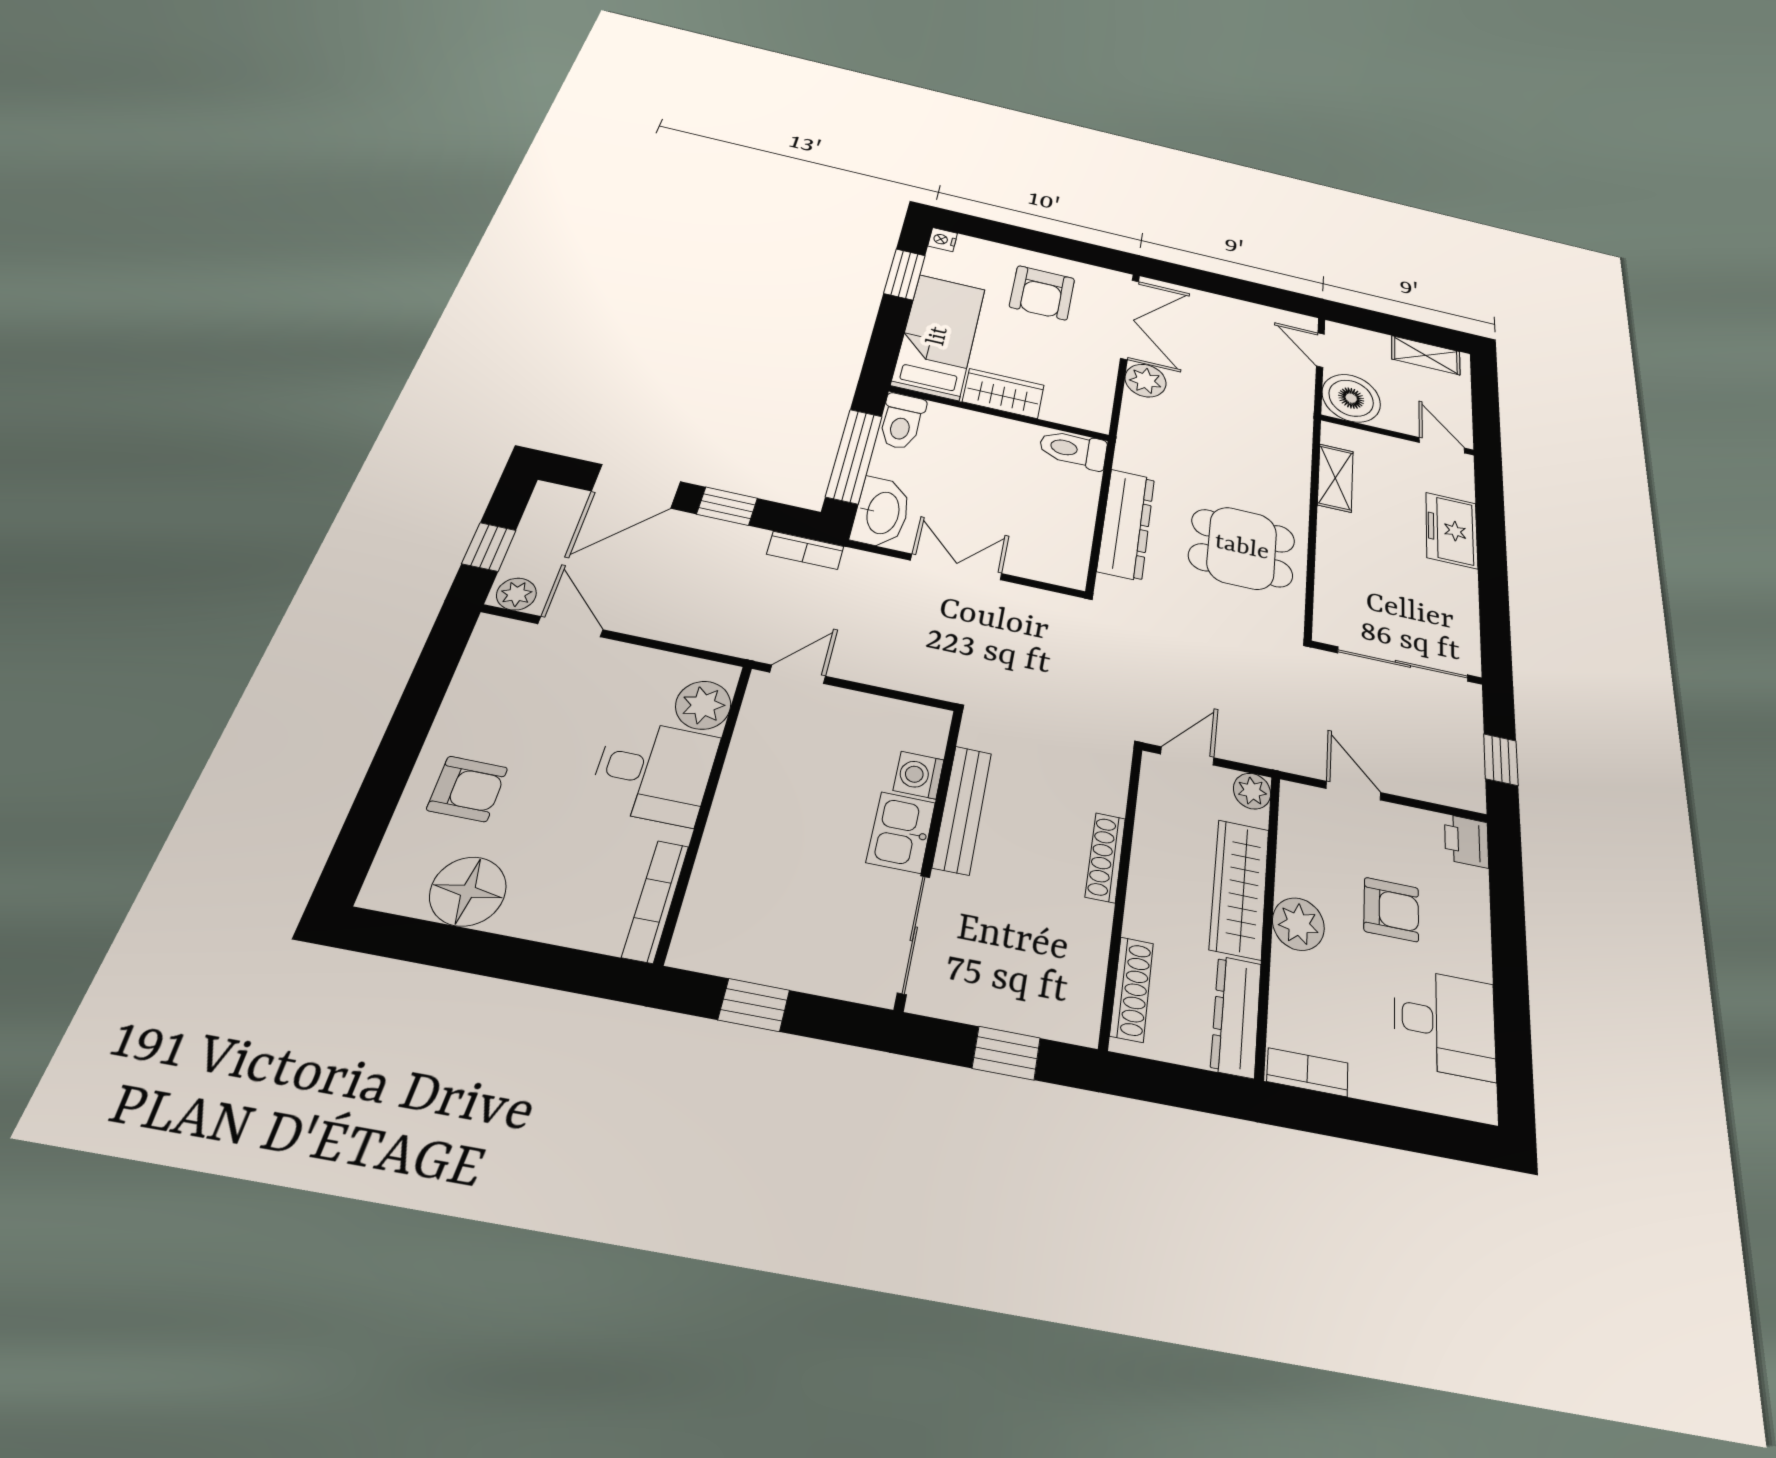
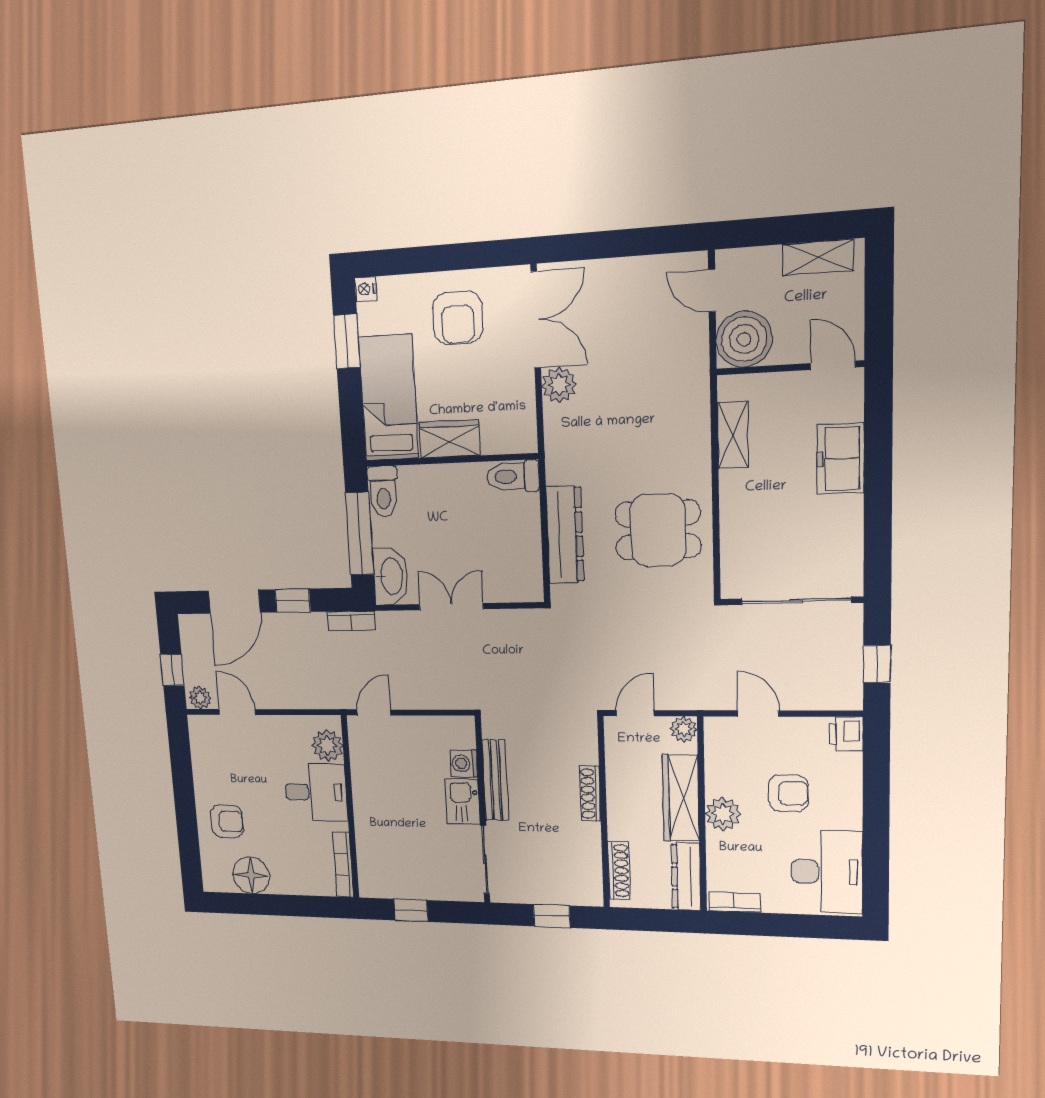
desk: (1445, 1023) -> (827, 872), width x1.37

